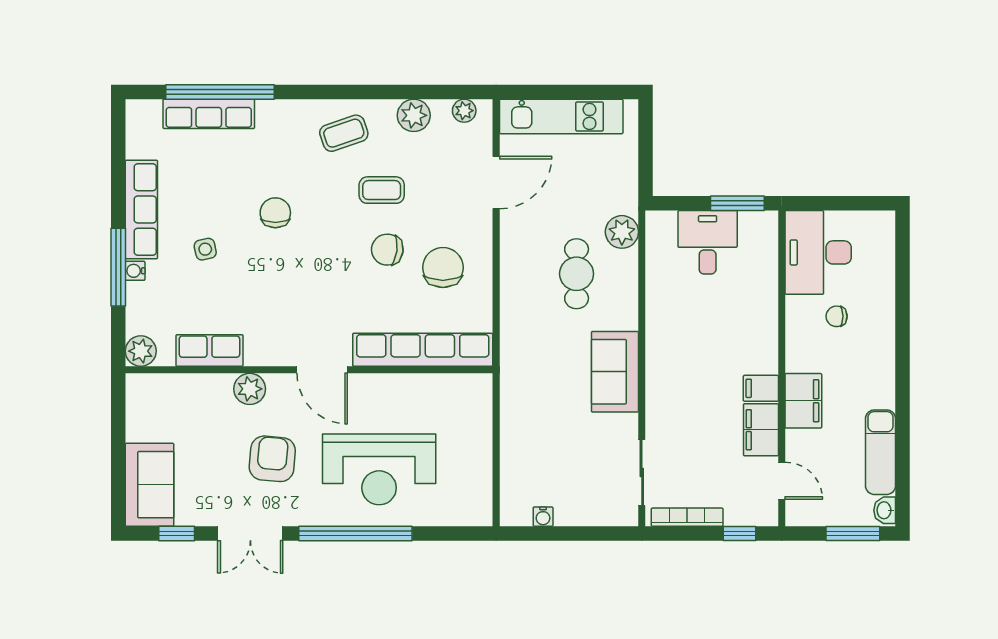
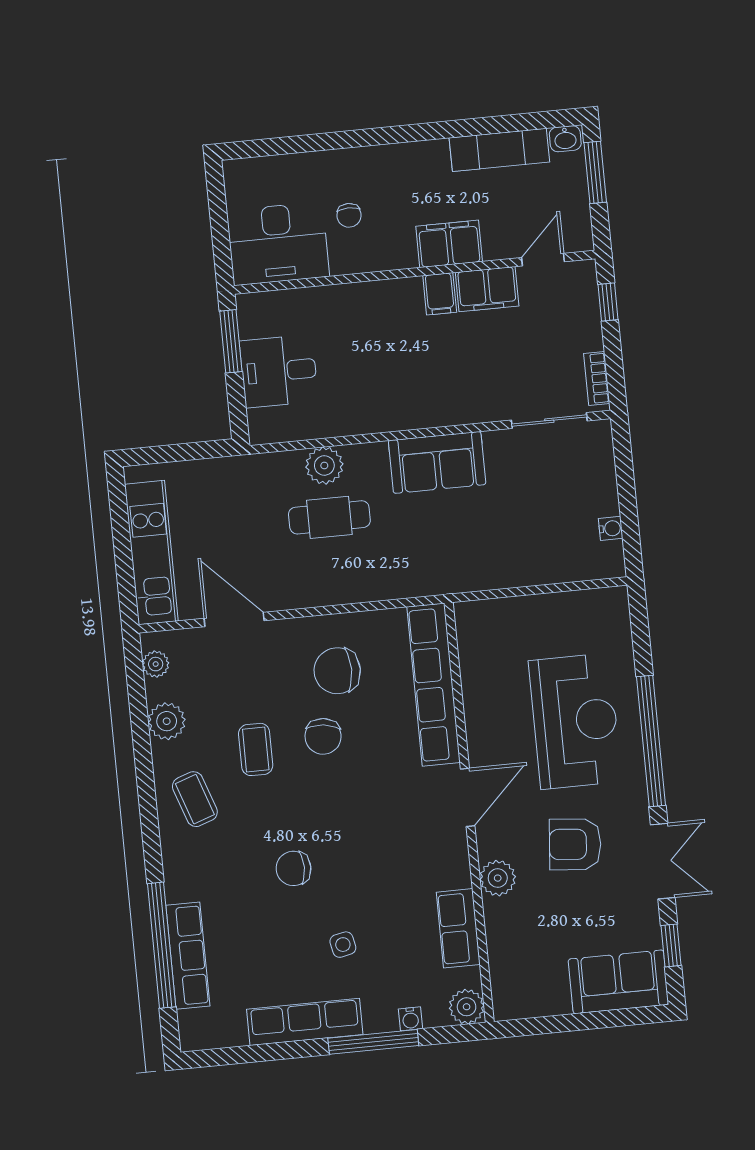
plant: (622, 232) -> (324, 465), moved
water cooler: (135, 271) -> (411, 1019), moved
bookcase: (687, 517) -> (597, 378), width x0.64

